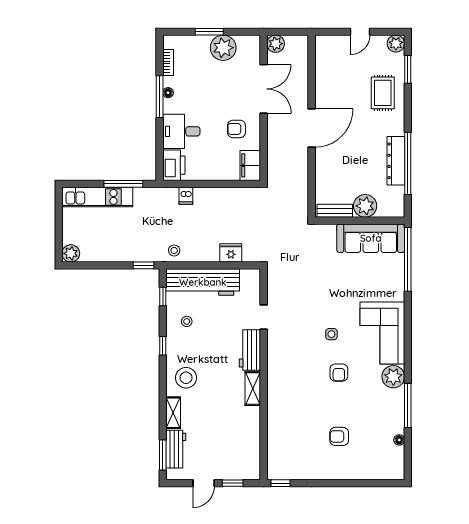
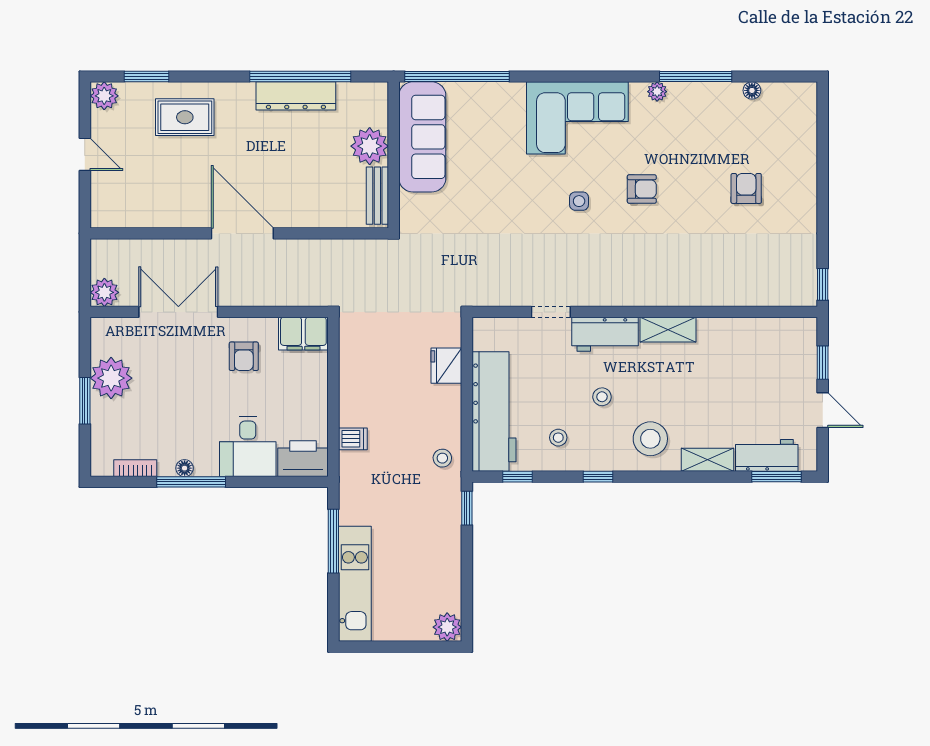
stool: (212, 348) -> (602, 397), added
plant: (393, 377) -> (657, 92), width x0.53, depth x0.53
armchair: (339, 436) -> (746, 188), turned 180

